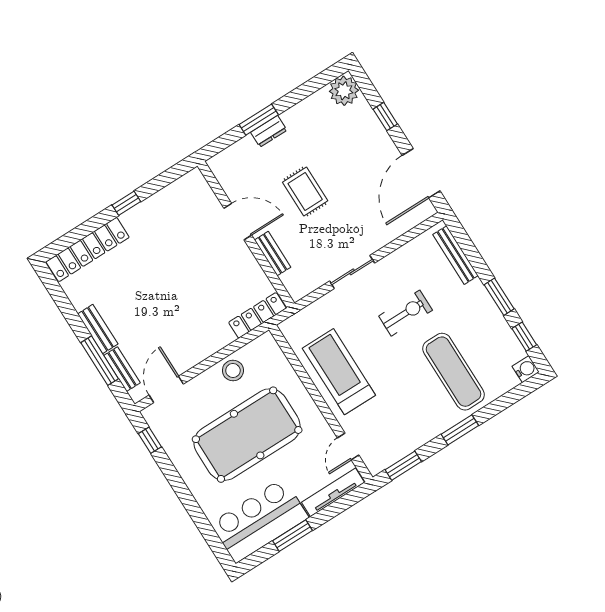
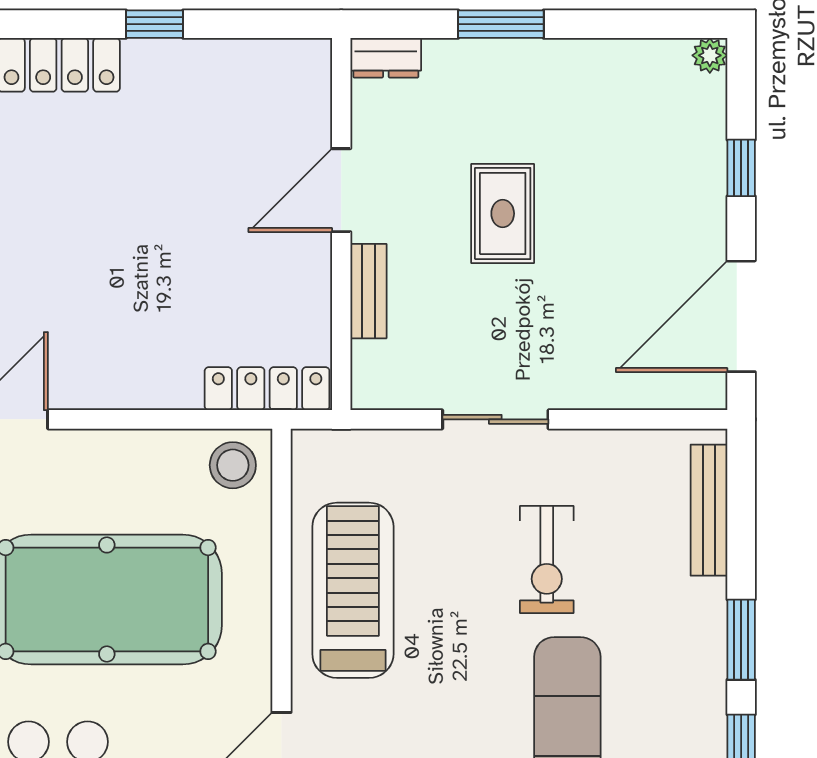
plant: (344, 91) -> (710, 55), width x0.53, depth x0.53
dresser: (269, 131) -> (386, 58), moved
door: (238, 222) -> (341, 190), swing flipped
exercise bike: (406, 313) -> (547, 560), turned 90
stool: (233, 370) -> (233, 465), moved

